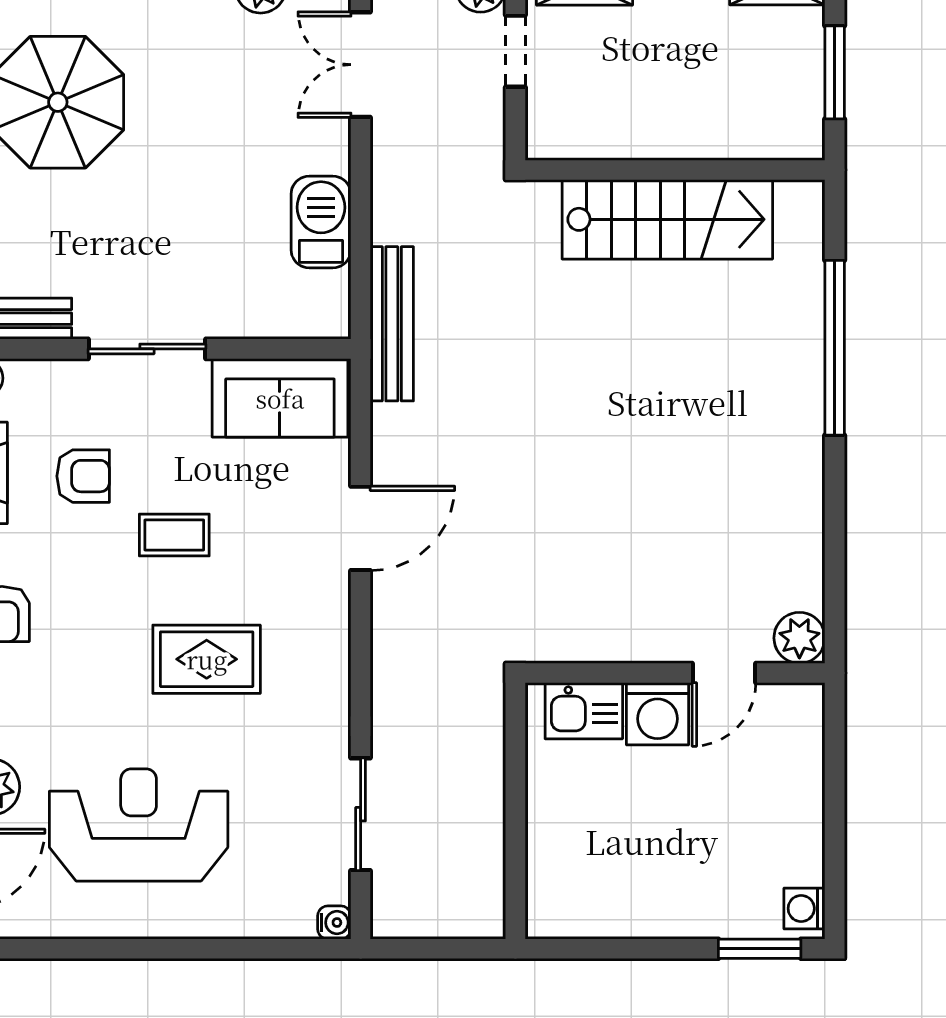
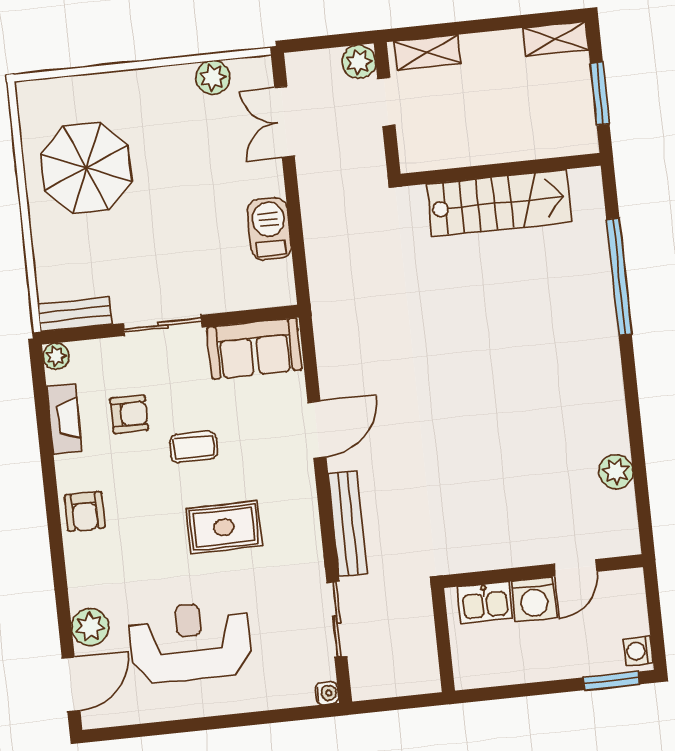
bench: (392, 324) -> (348, 524), moved
wall: (675, 673) -> (543, 571), moved
door: (724, 673) -> (575, 568), moved
kitchen sink: (584, 711) -> (485, 603), moved
washing machine: (658, 714) -> (534, 599), moved

